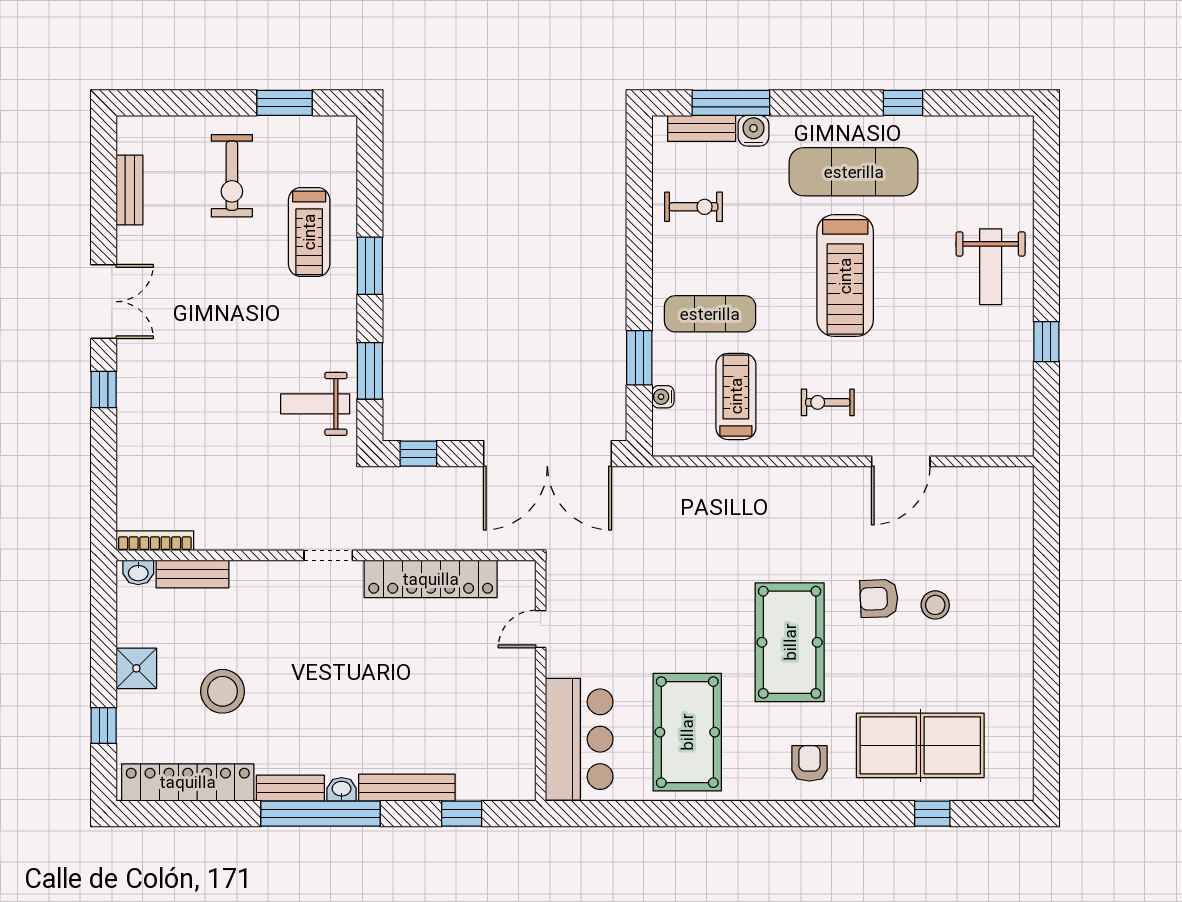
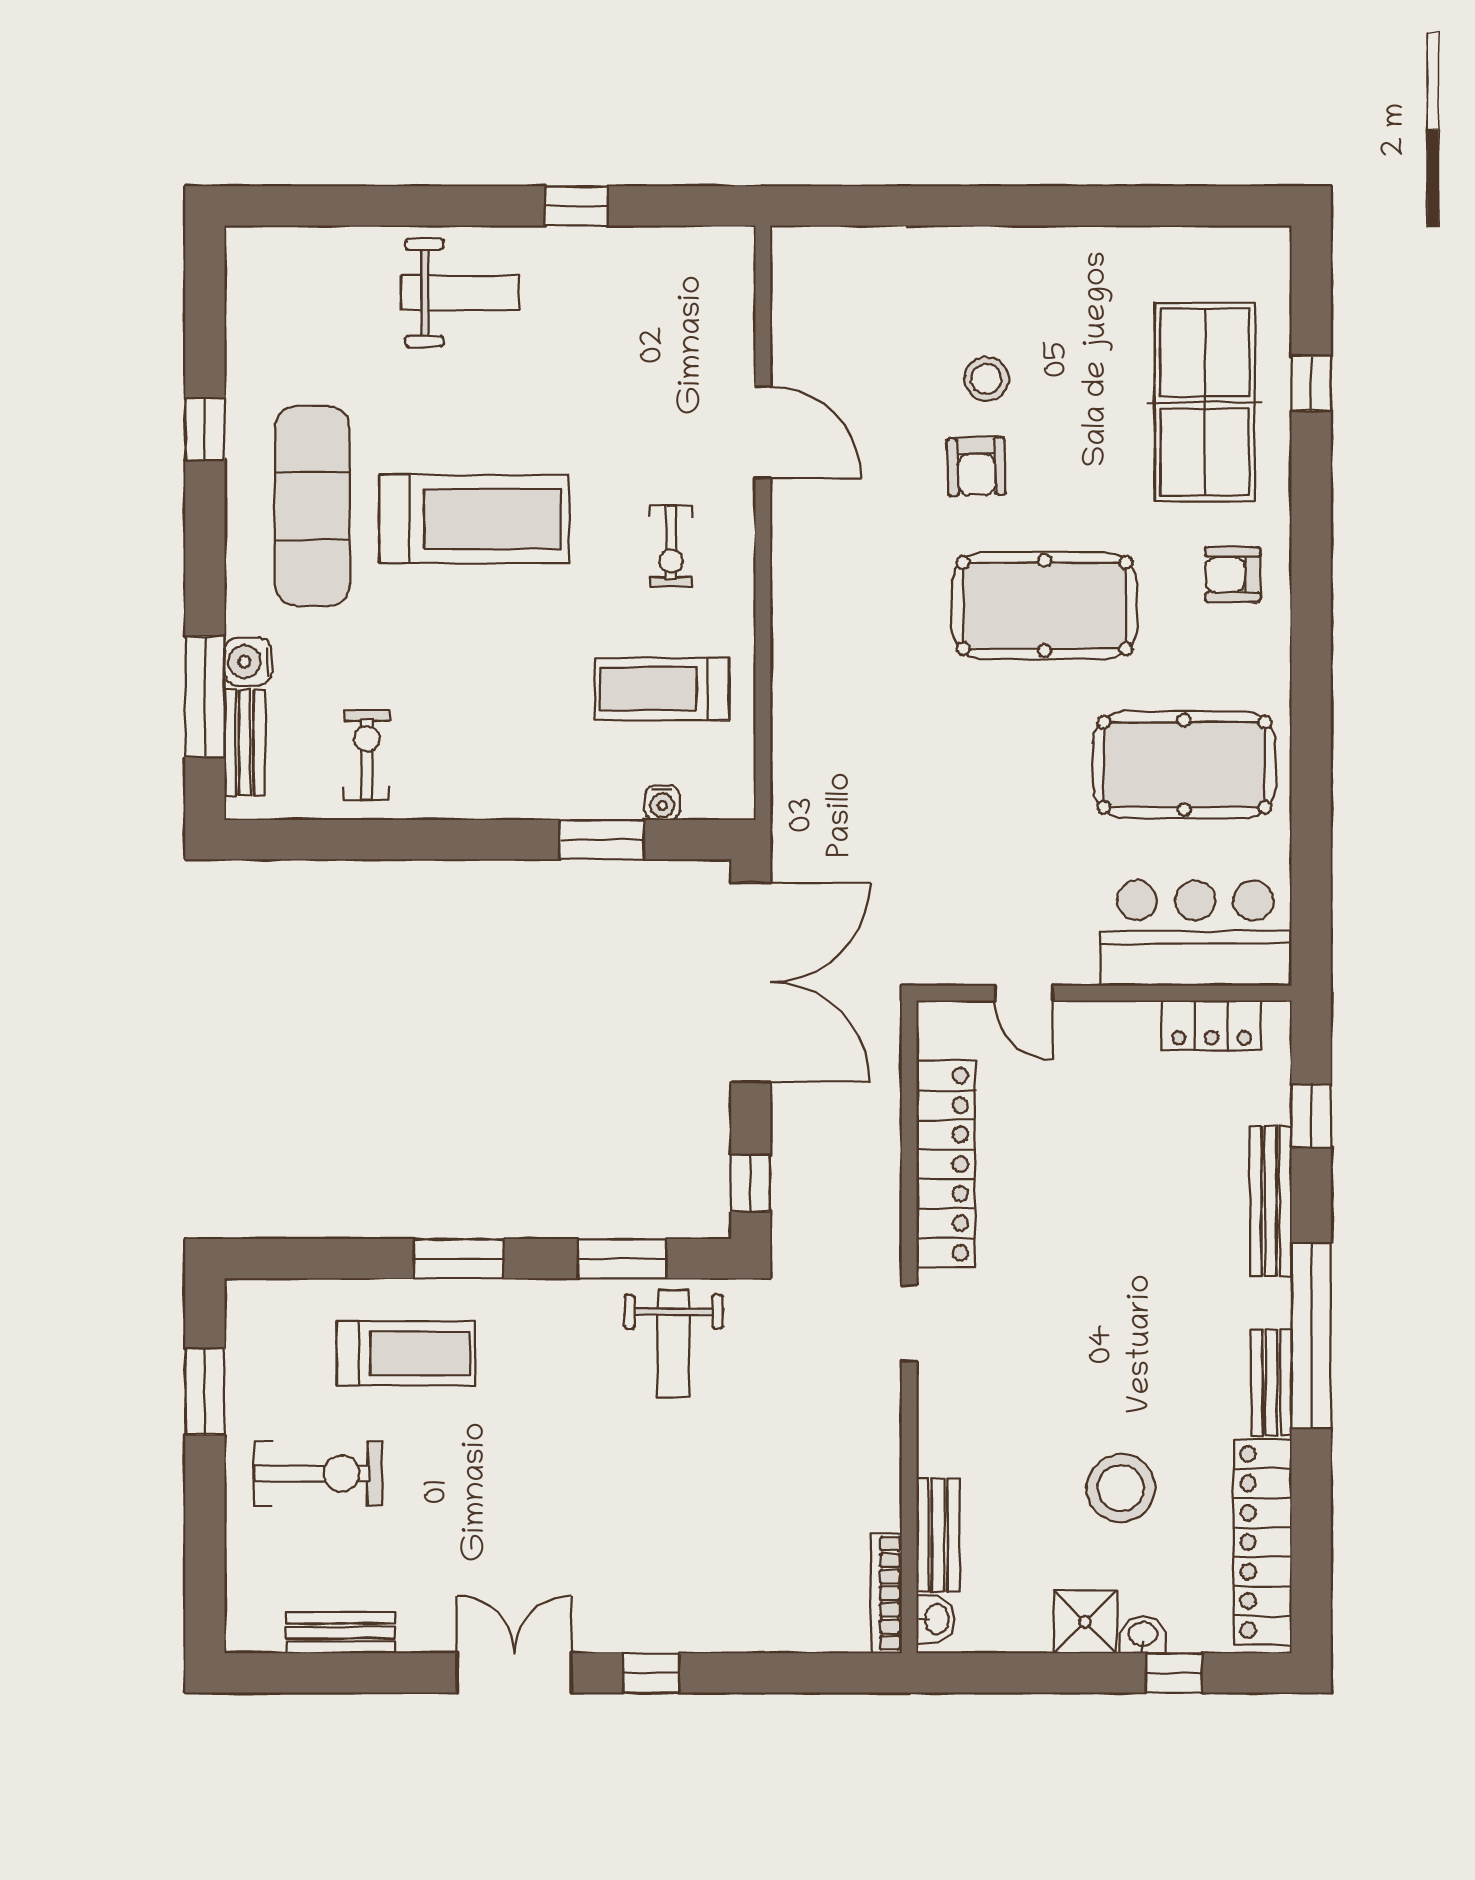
exercise mat: (710, 314) -> (533, 729), removed
locker: (520, 750) -> (1211, 1025), added
washbasin: (342, 789) -> (1143, 1635), moved, turned 90

